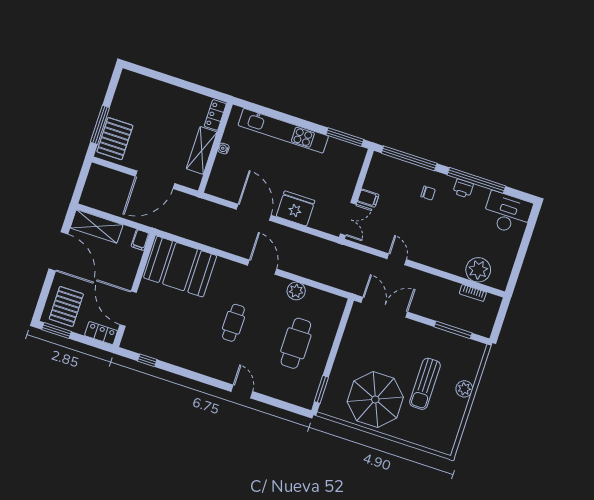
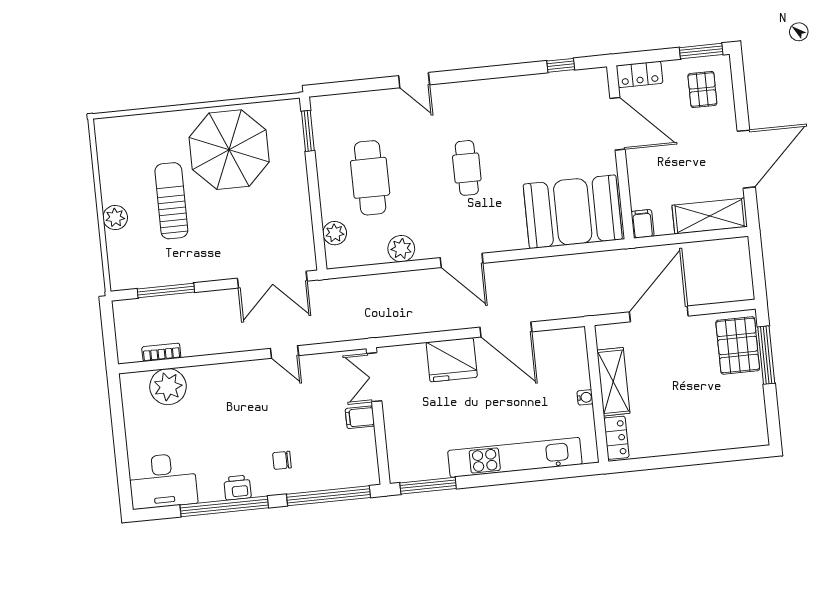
door: (58, 251) -> (746, 159), swing flipped
pallet: (66, 306) -> (702, 89), width x0.67, depth x0.71
plant: (333, 319) -> (335, 233), added

